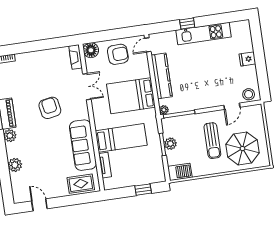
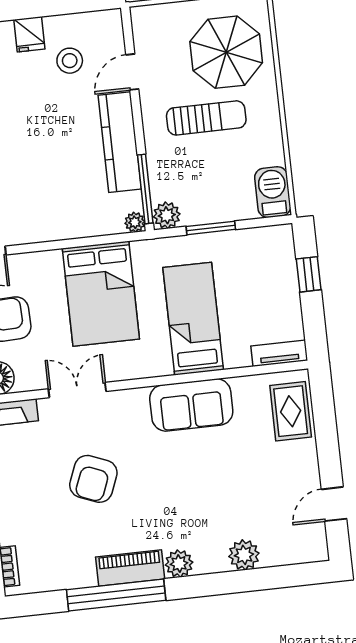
kitchen counter: (162, 76) -> (120, 142), moved, turned -90
stool: (249, 94) -> (70, 61), moved
door: (232, 106) -> (132, 72), swing flipped
armchair: (50, 108) -> (93, 479), moved, turned -58
plant: (170, 144) -> (167, 215), moved
sofa: (83, 145) -> (191, 405), width x0.73
tv unit: (105, 165) -> (279, 353), moved

